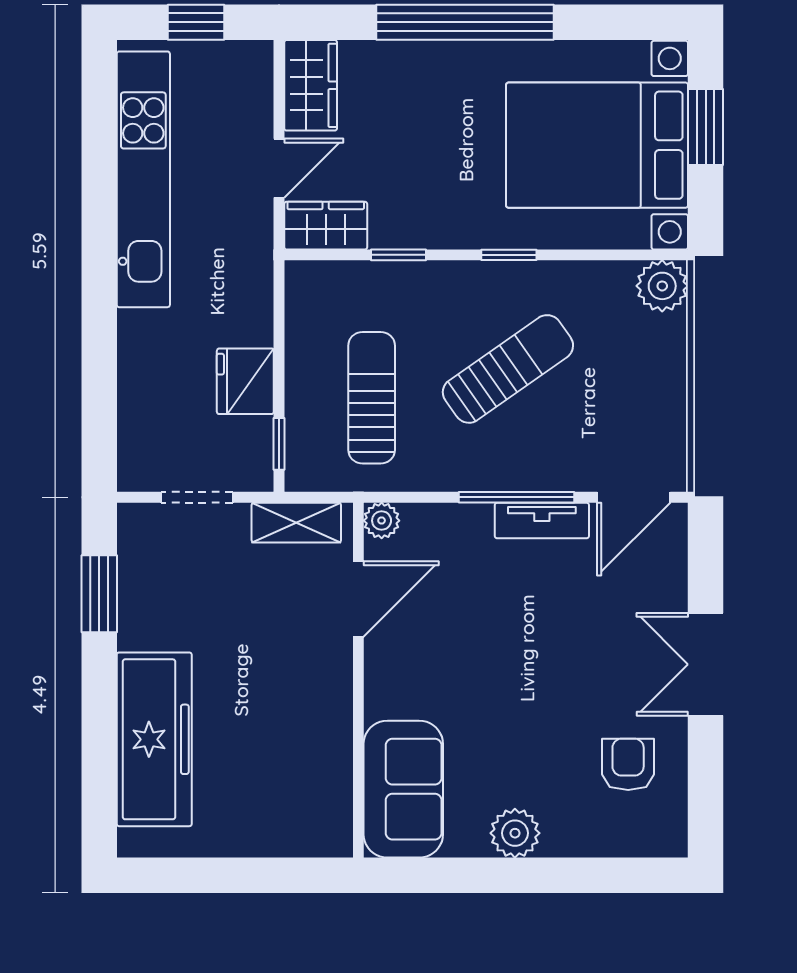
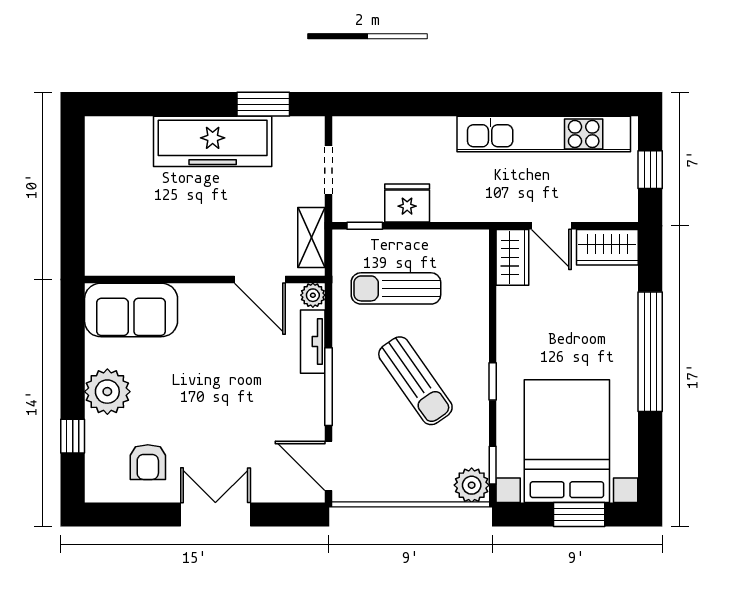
window: (398, 255) -> (493, 465), moved
sun lounger: (372, 398) -> (396, 288), turned 180
tv unit: (542, 521) -> (313, 342), moved
freezer: (154, 739) -> (213, 141), moved
armchair: (628, 764) -> (148, 462), turned 90
plant: (515, 833) -> (107, 392), width x1.36, depth x1.36
window: (590, 875) -> (73, 436), added

